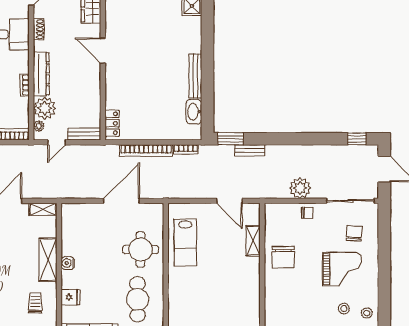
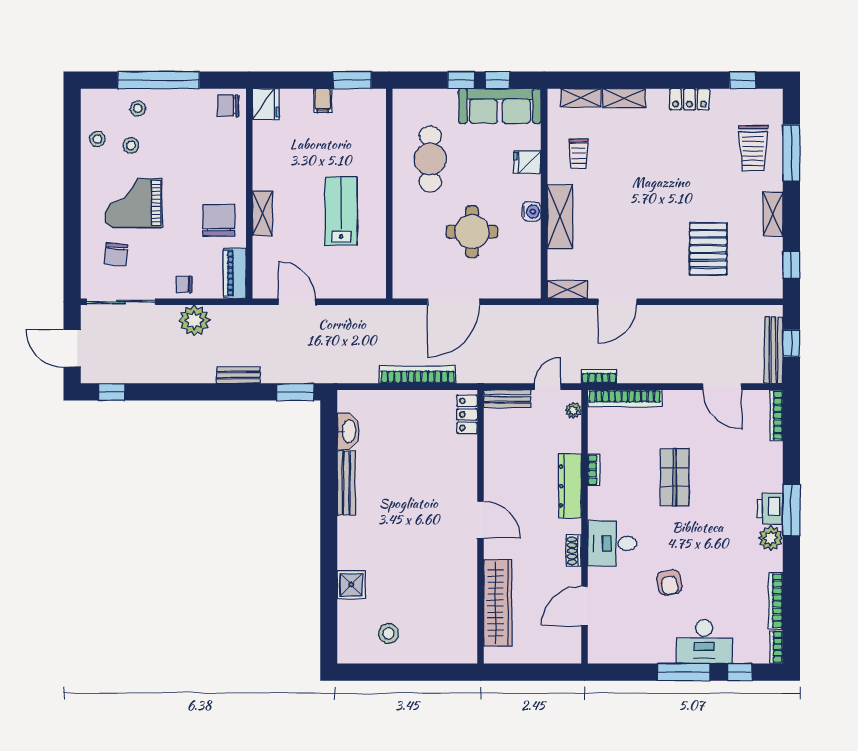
plant: (45, 108) -> (565, 436), removed
bookcase: (186, 149) -> (599, 376), moved
bench: (250, 150) -> (238, 375), moved
piano: (272, 220) -> (235, 273), added
shelving: (253, 241) -> (262, 213), moved
lab bench: (185, 242) -> (341, 211), moved
round table: (141, 249) -> (472, 232), moved

